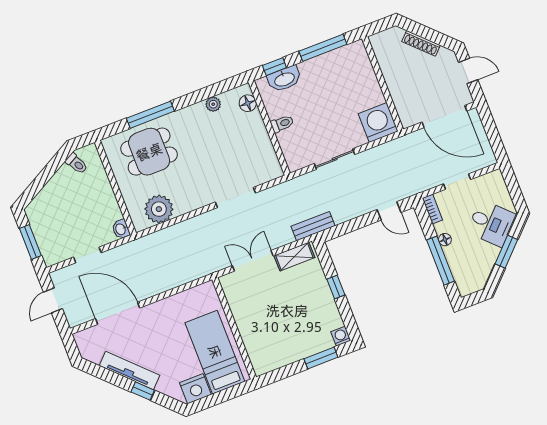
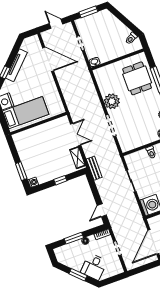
plant: (159, 209) -> (112, 101), moved
window: (440, 261) -> (74, 238), width x0.69
door: (118, 313) -> (48, 59), hinge flipped

